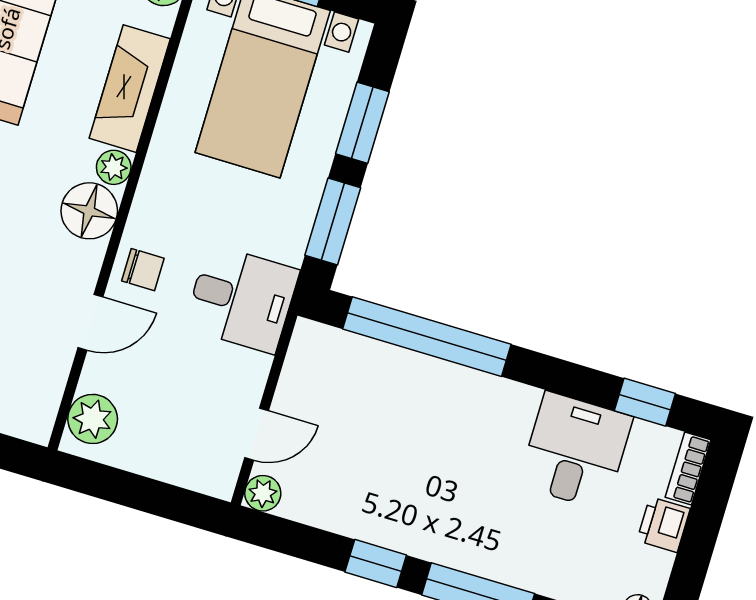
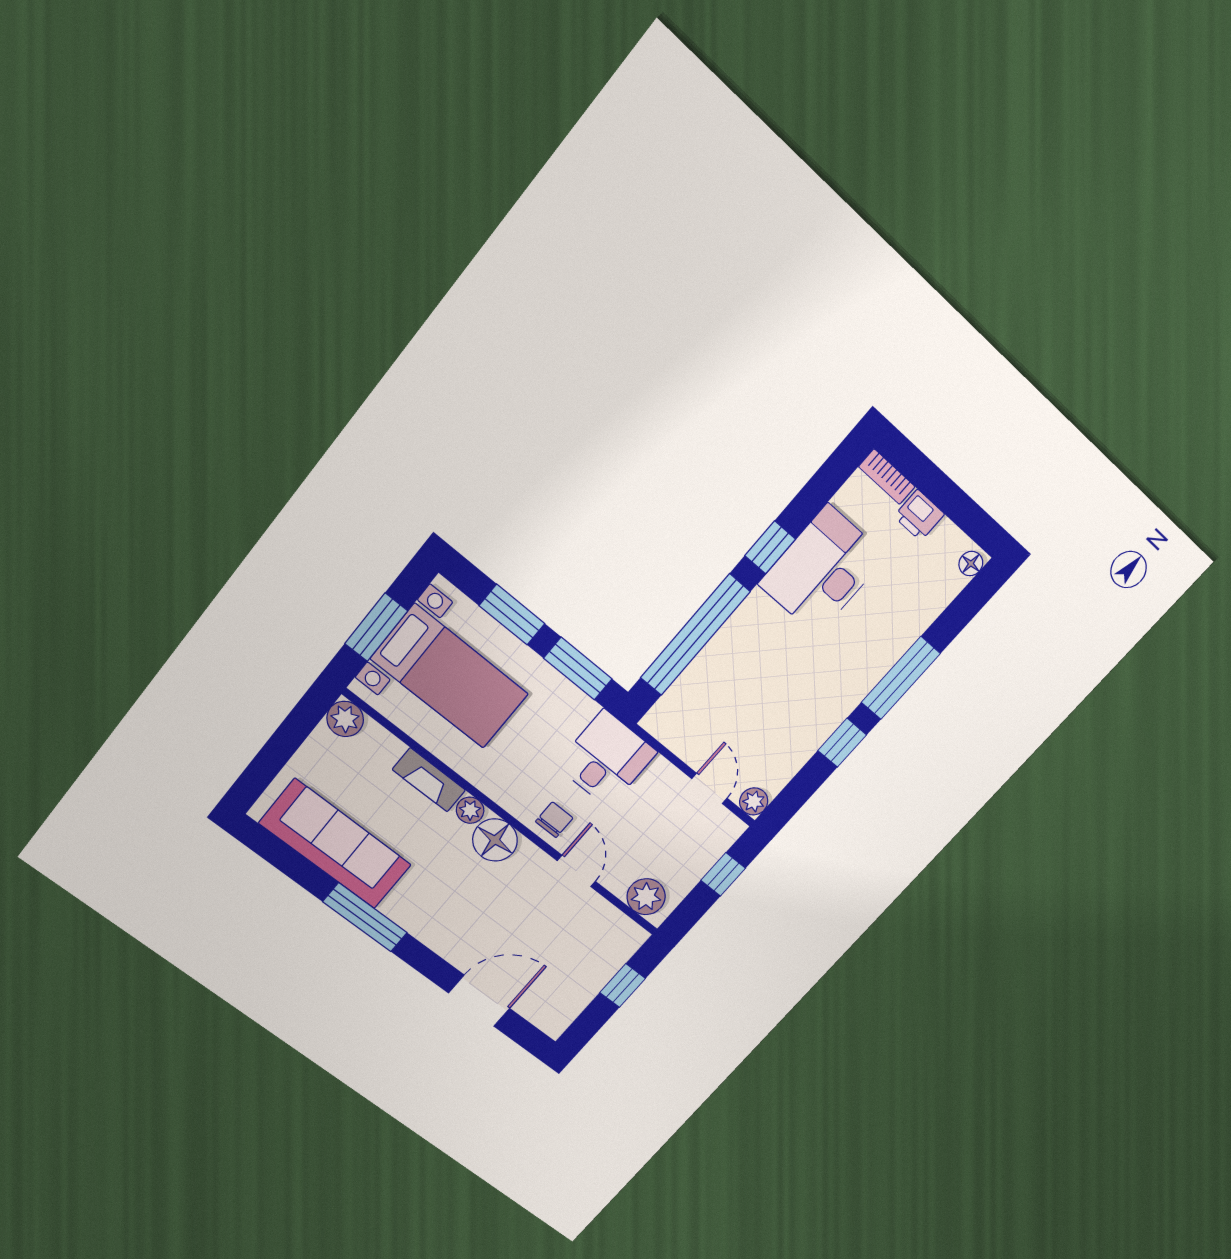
fireplace: (130, 89) -> (429, 780), width x0.73, depth x0.76
window: (645, 402) -> (770, 547), moved
desk: (575, 451) -> (822, 570), width x1.37
window: (159, 498) -> (723, 874), added

